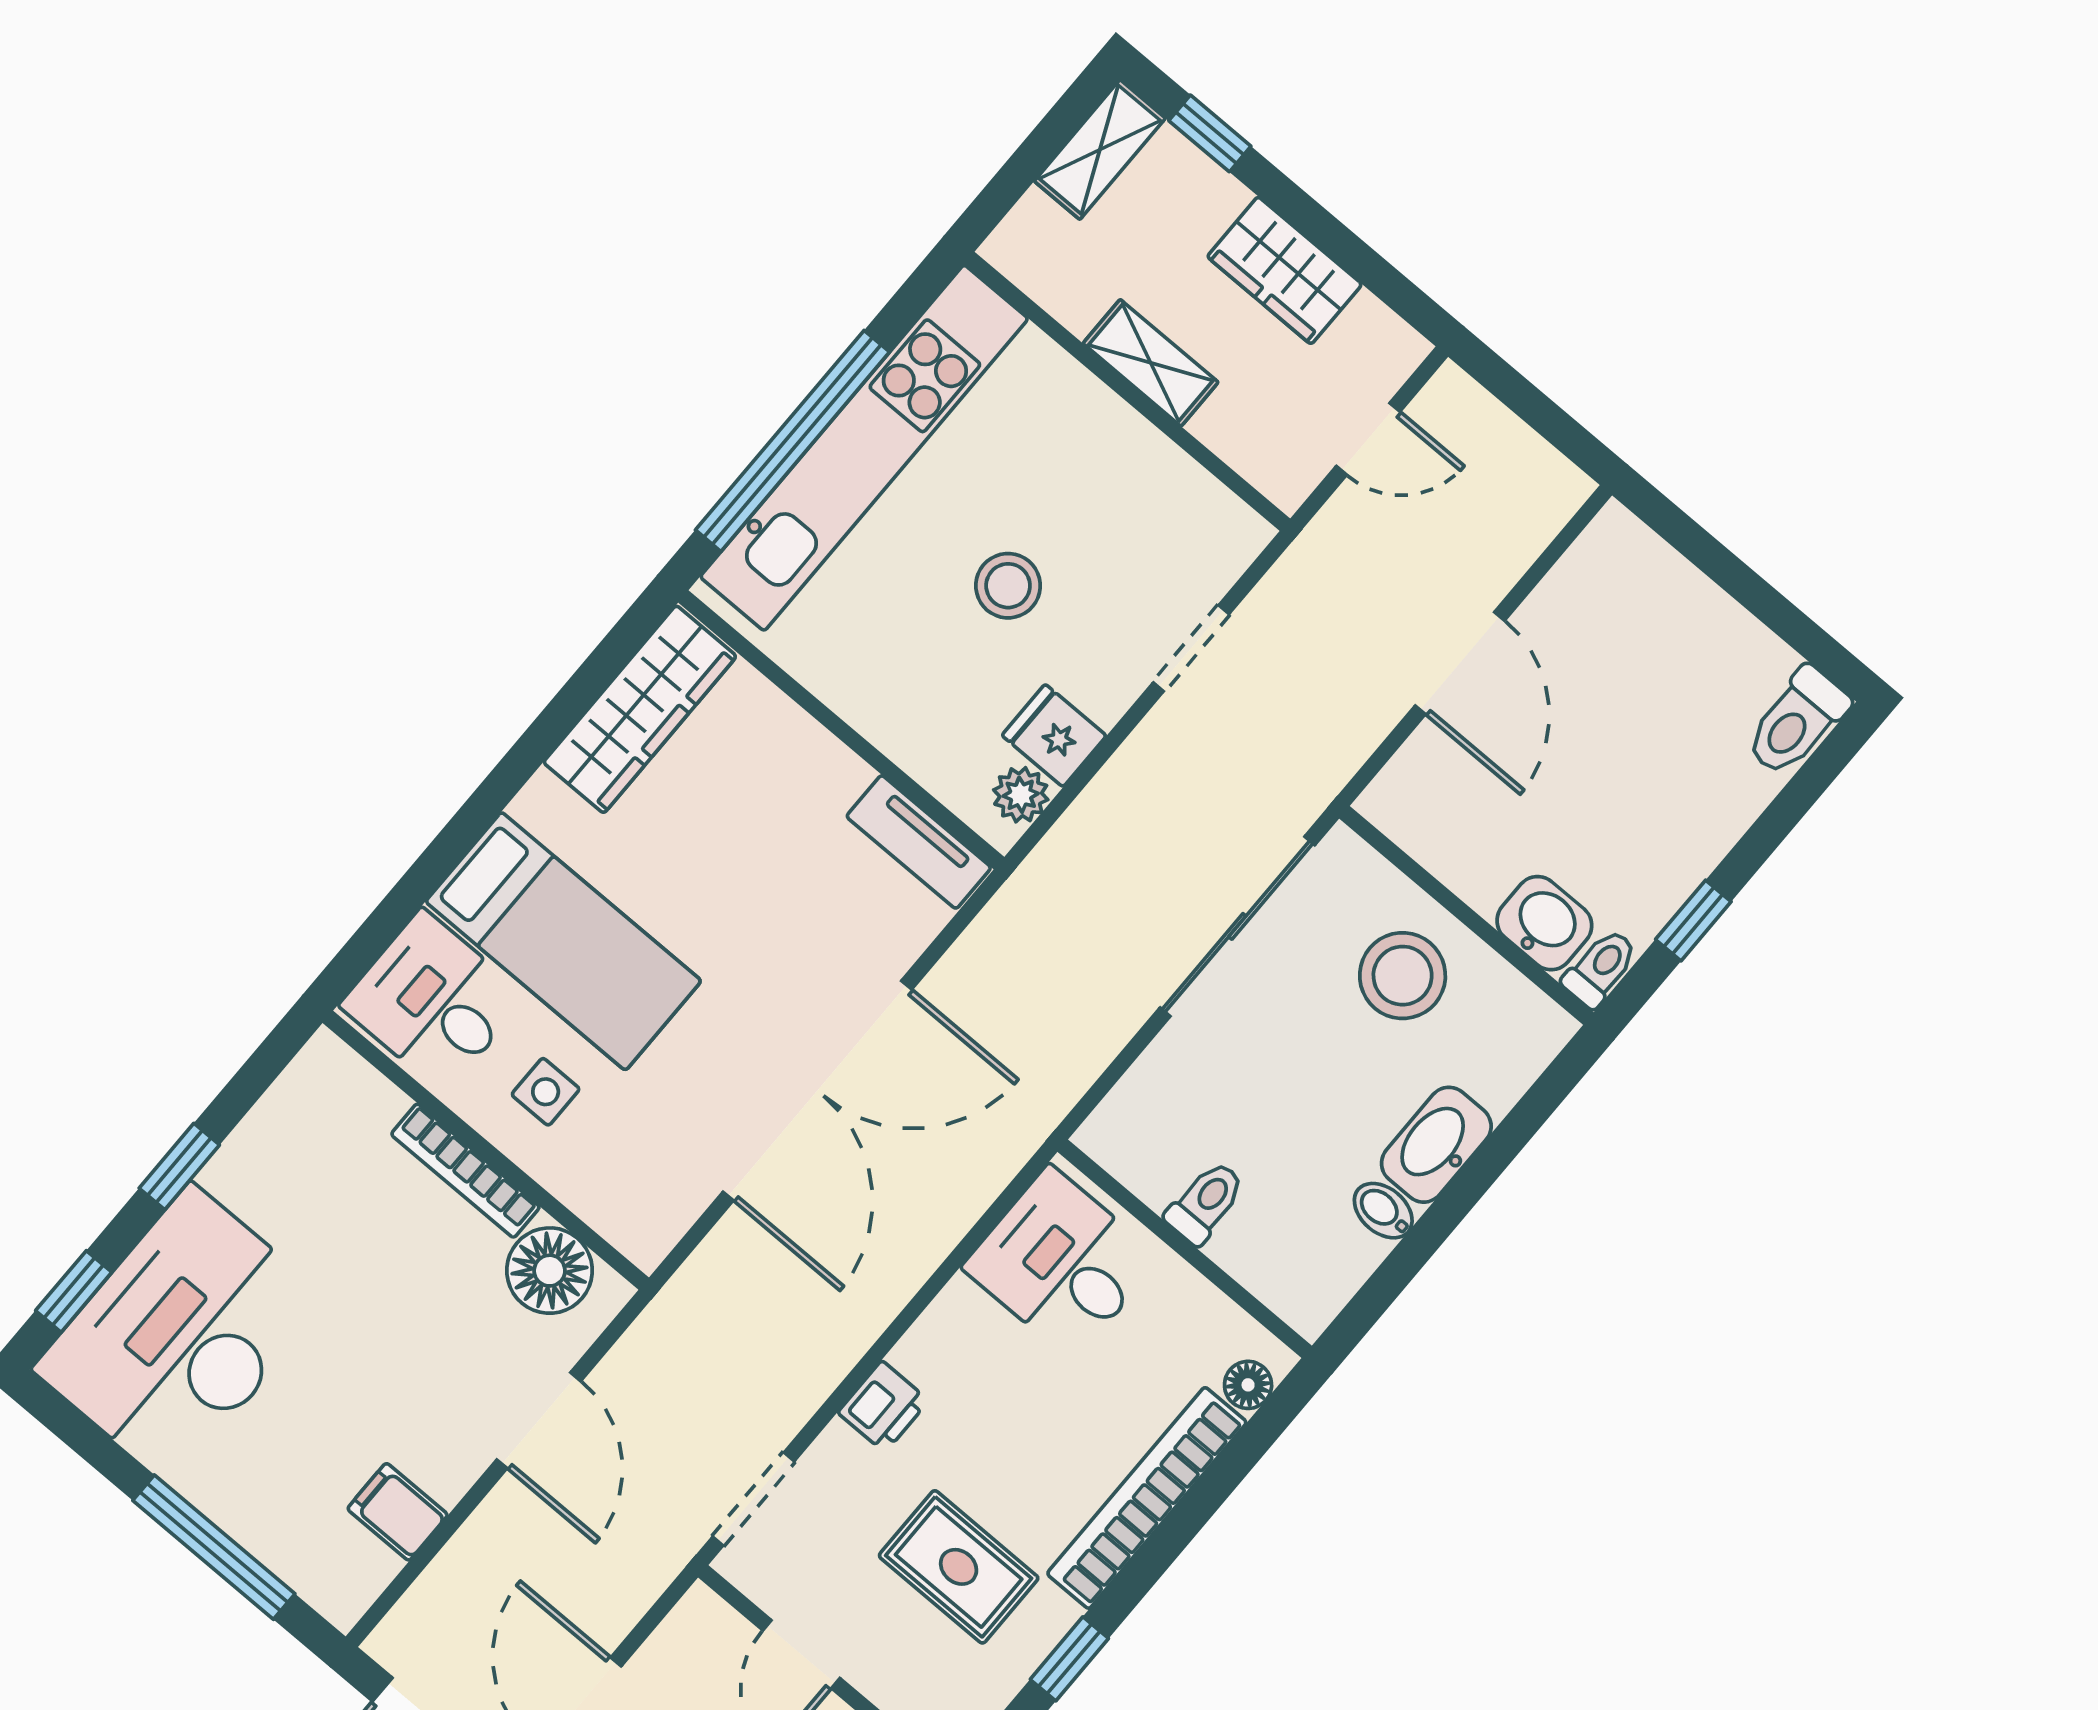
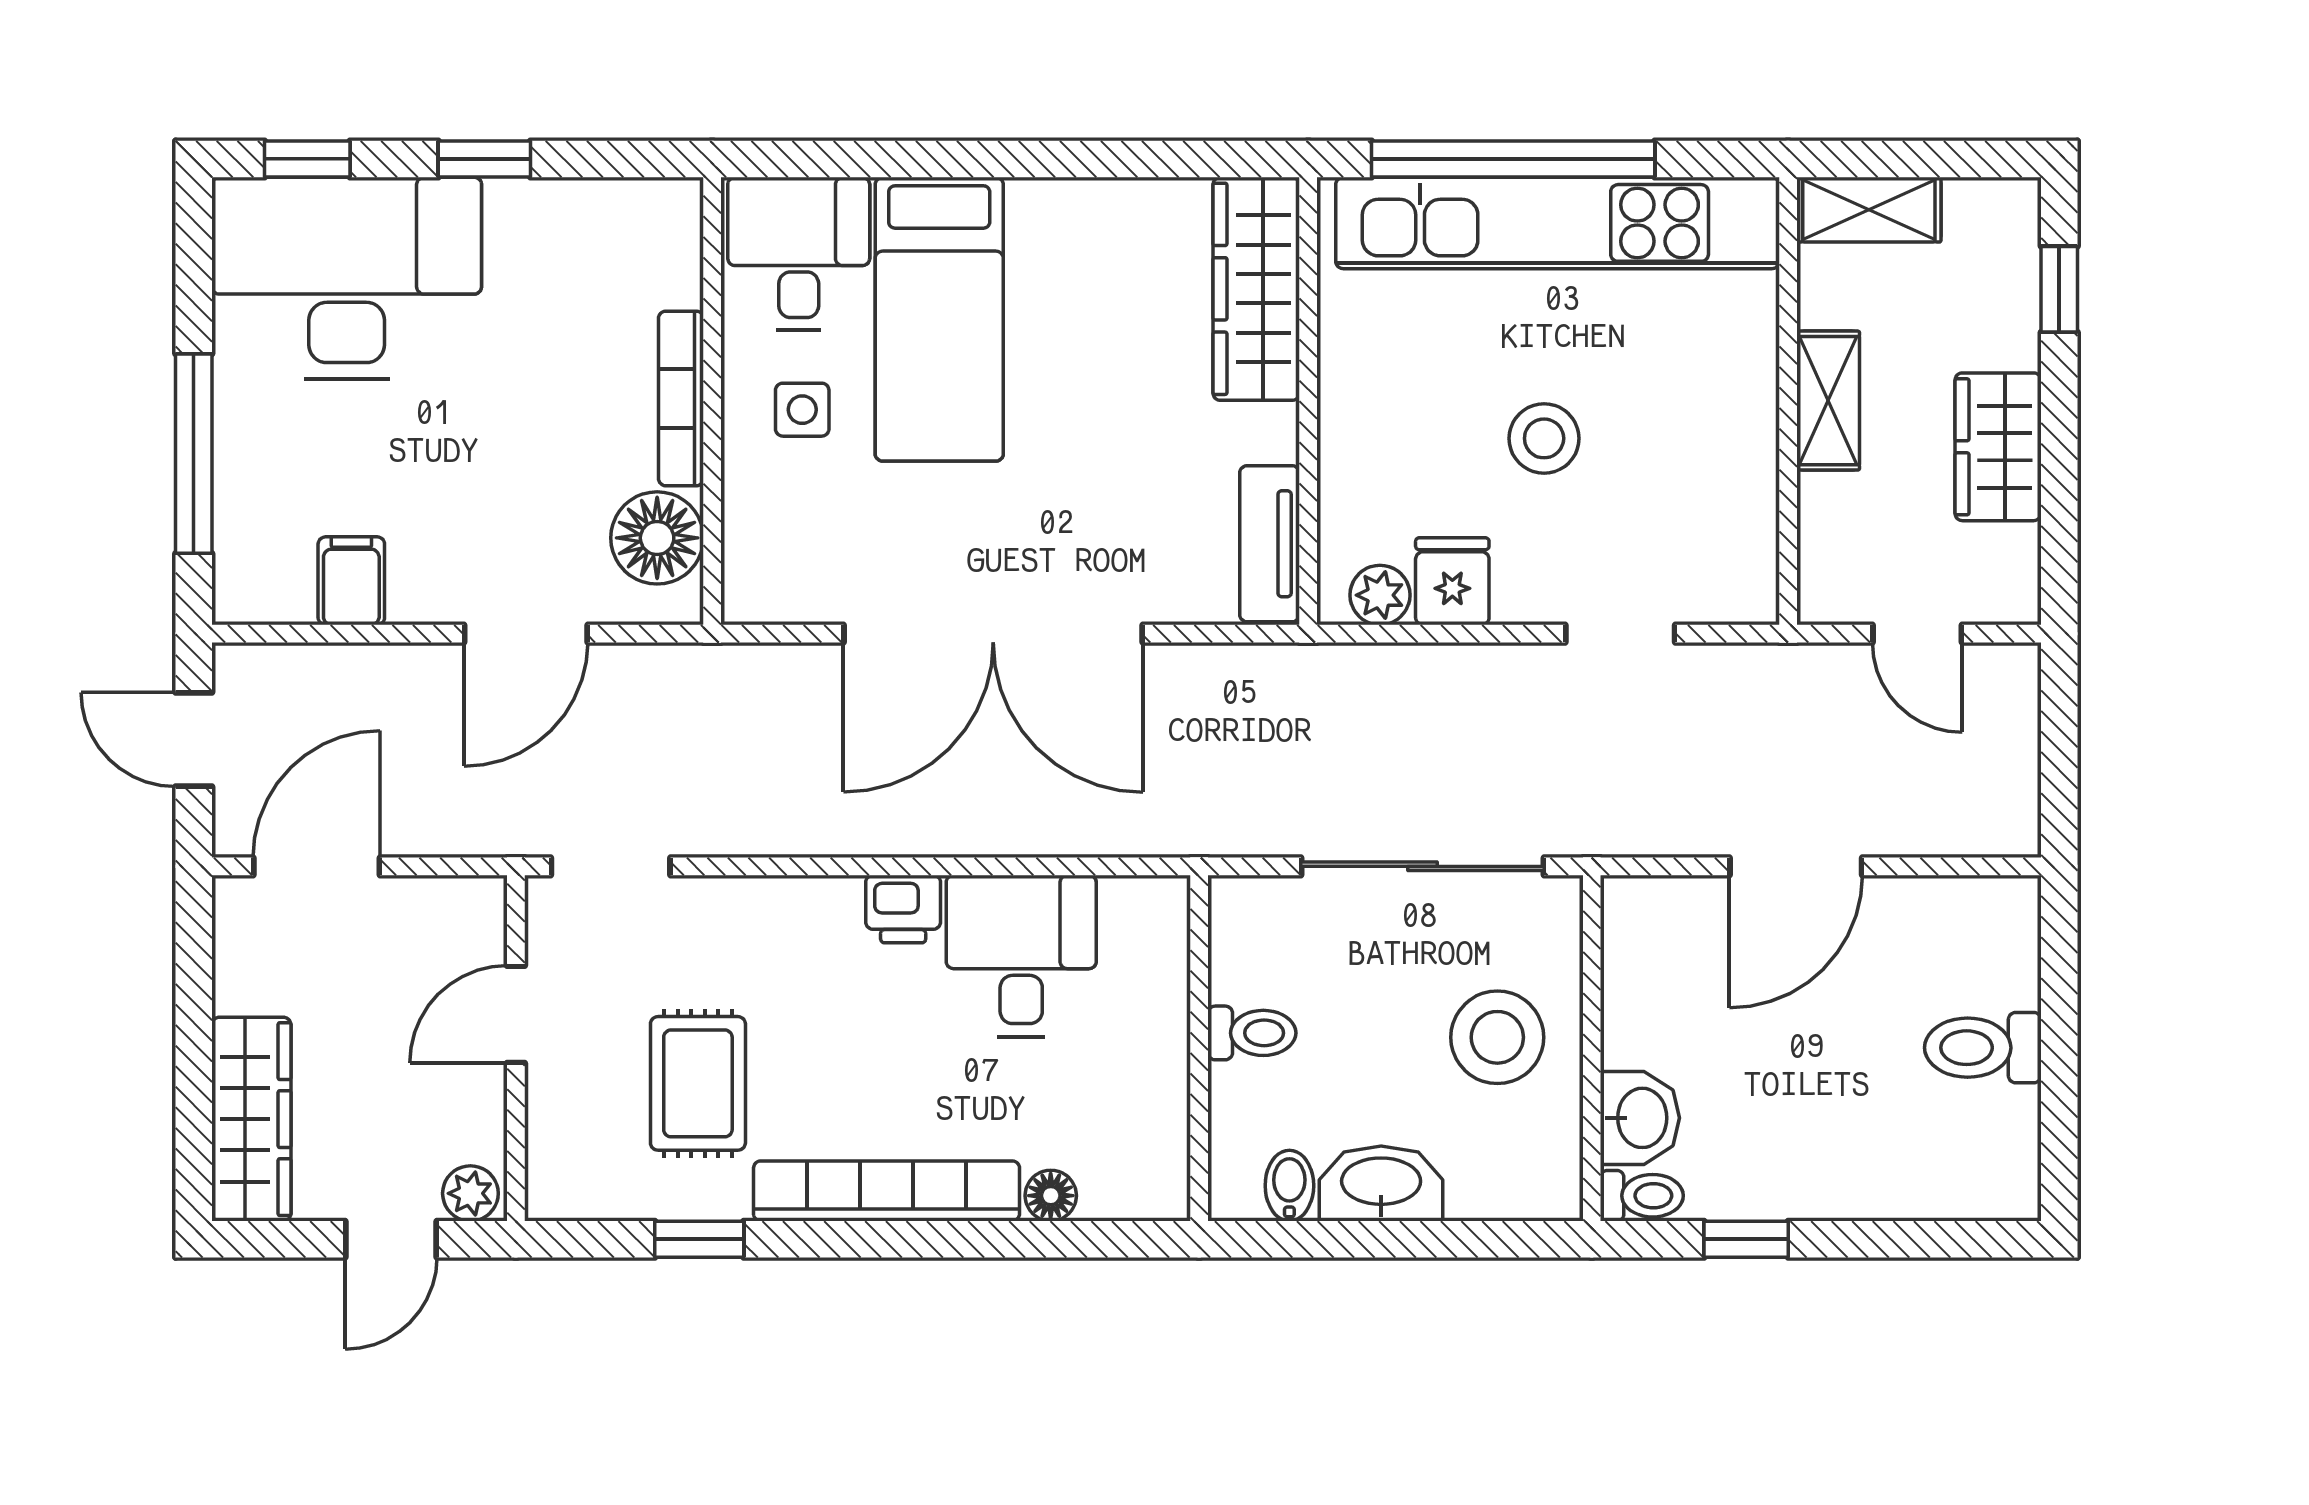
shelving: (1100, 150) -> (1869, 210), moved
wardrobe: (640, 709) -> (1256, 289), moved, turned 90
toilet: (1797, 722) -> (1983, 1048), moved
toilet: (1205, 1203) -> (1252, 1033), moved
wall: (1185, 1249) -> (1199, 1048), moved
printer: (883, 1407) -> (903, 909), moved

